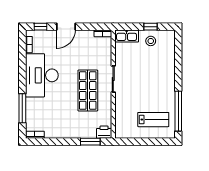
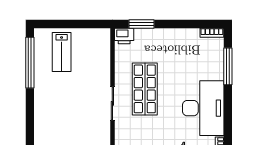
lab bench: (153, 120) -> (62, 52), turned -90

